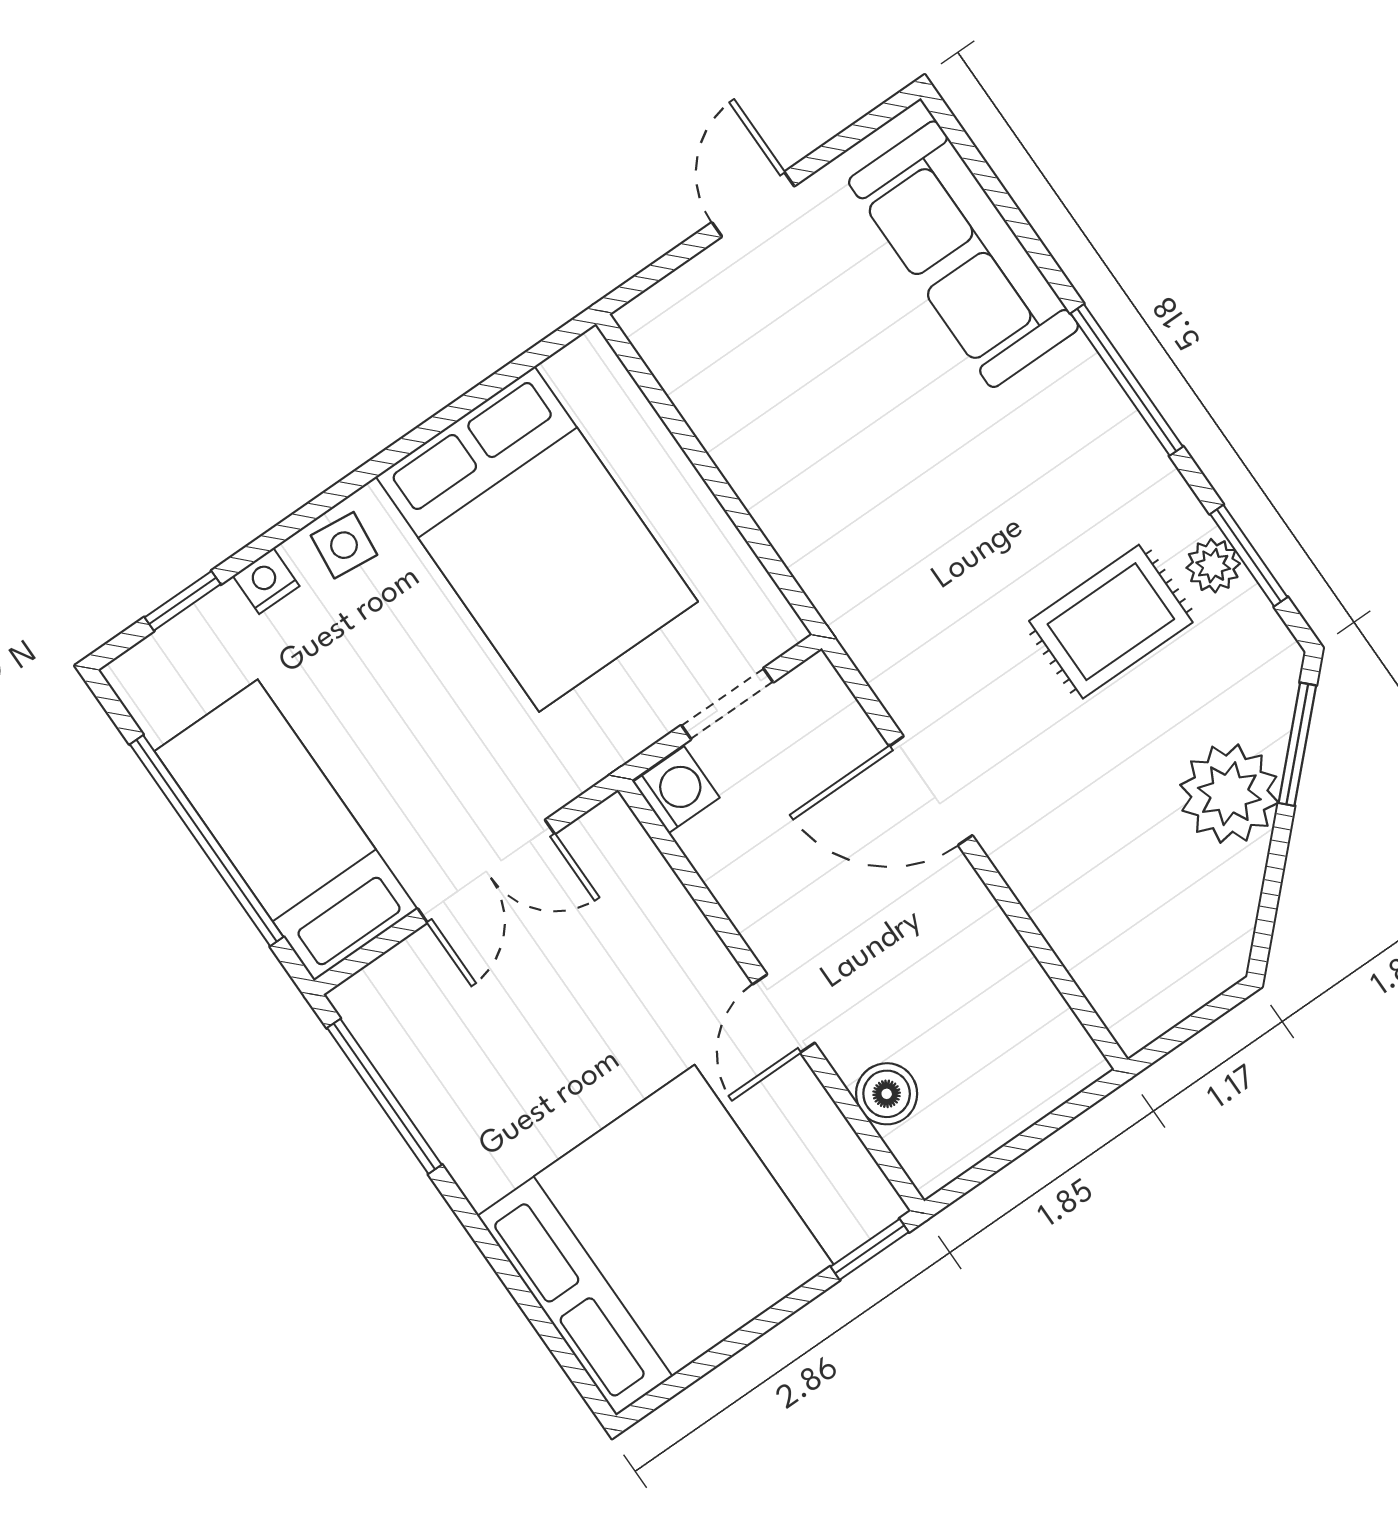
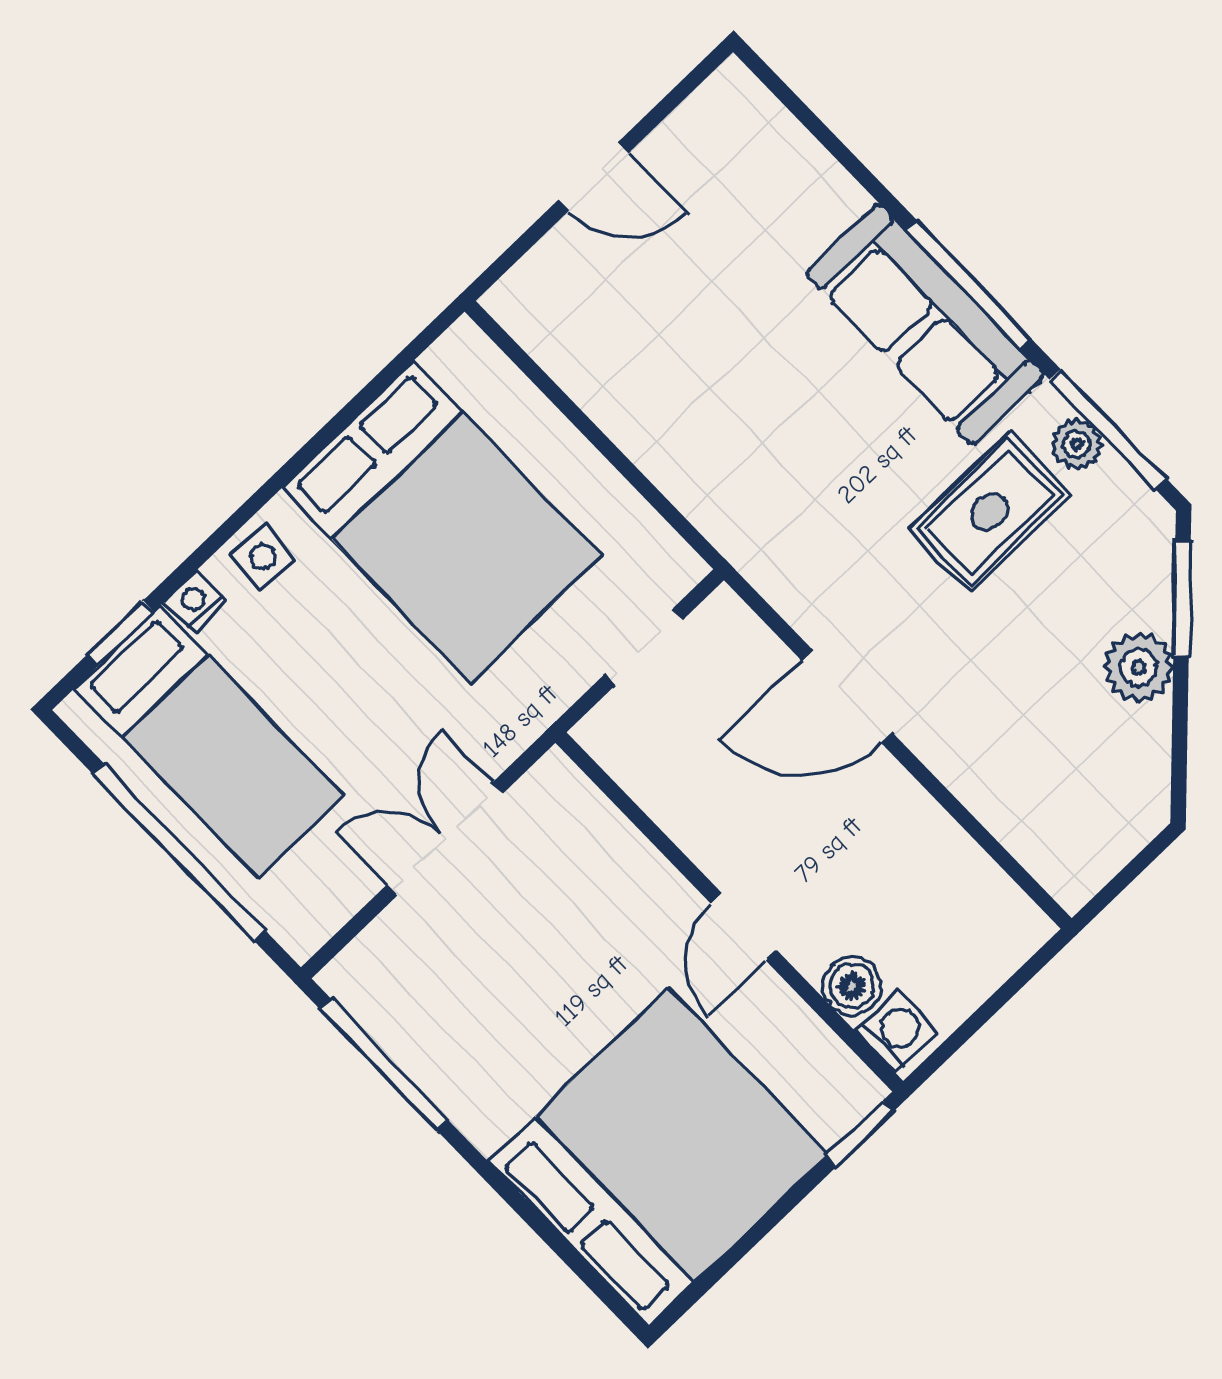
door: (753, 204) -> (593, 177), swing flipped
sofa: (963, 254) -> (925, 325), moved
window: (1249, 556) -> (1108, 430), width x1.44
washing machine: (676, 790) -> (897, 1031), moved
plant: (1229, 794) -> (1139, 667), width x0.73, depth x0.73
bed: (286, 830) -> (209, 742), moved, turned 180
double door: (486, 871) -> (445, 839), swing flipped

